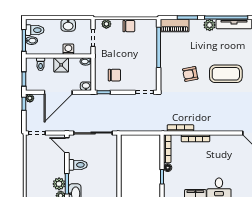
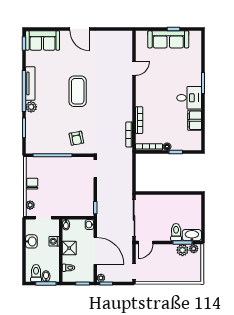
piano: (175, 26) -> (32, 140), removed
armchair: (190, 74) -> (76, 138), moved
chair: (114, 75) -> (79, 197), removed
toilet: (78, 165) -> (176, 232), moved

